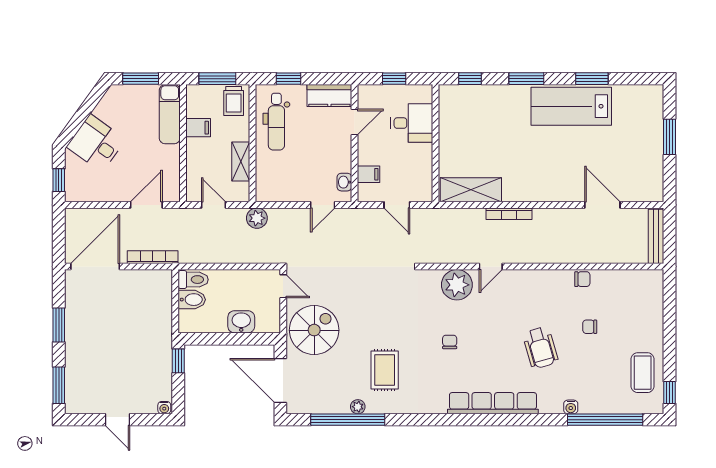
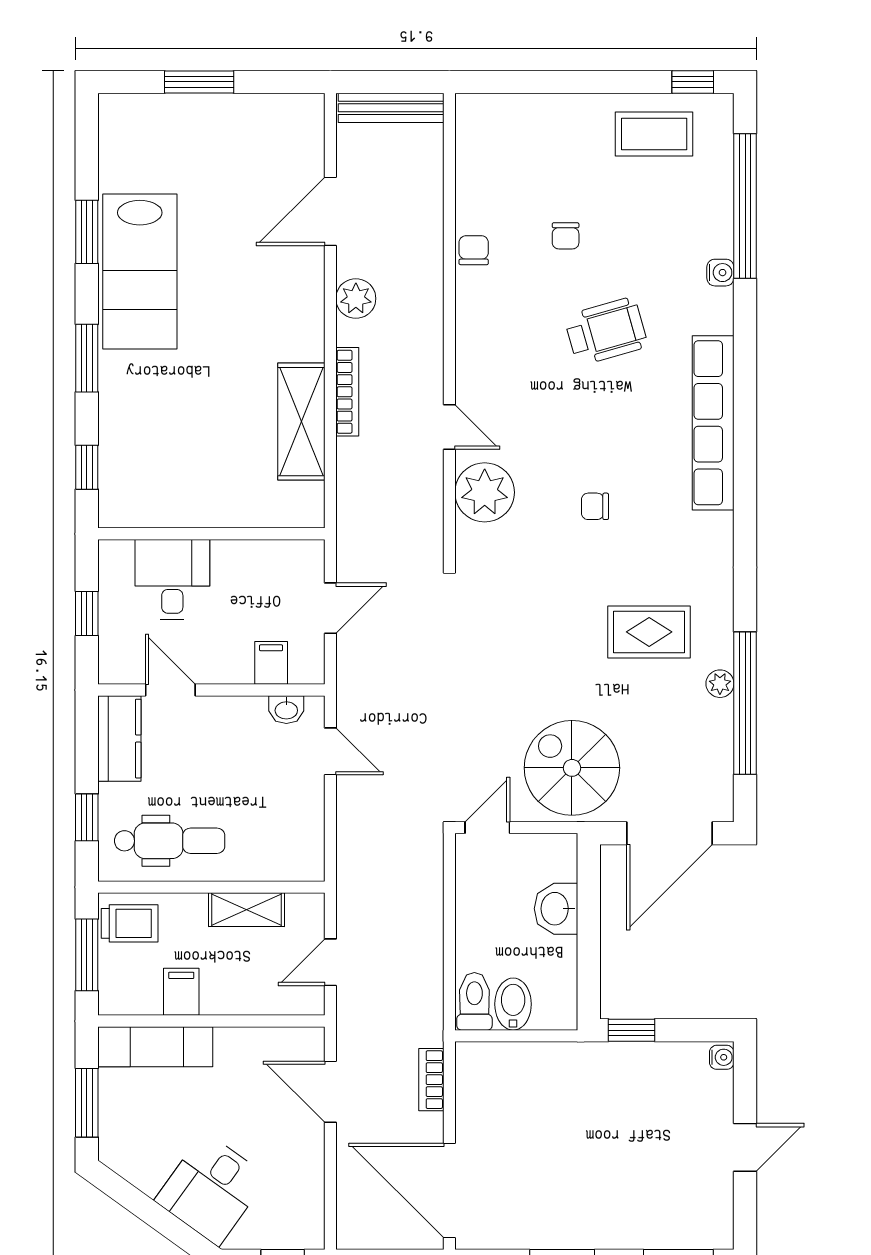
shelving: (471, 190) -> (301, 422), moved
plant: (257, 218) -> (356, 299), moved
bookcase: (153, 257) -> (431, 1080), width x0.64

